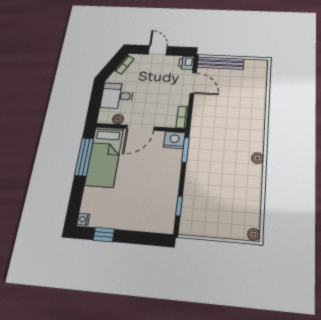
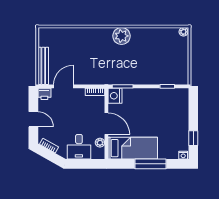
door: (158, 50) -> (33, 119), swing flipped
window: (84, 157) -> (151, 164), moved
plant: (257, 158) -> (122, 36), width x1.88, depth x1.88

